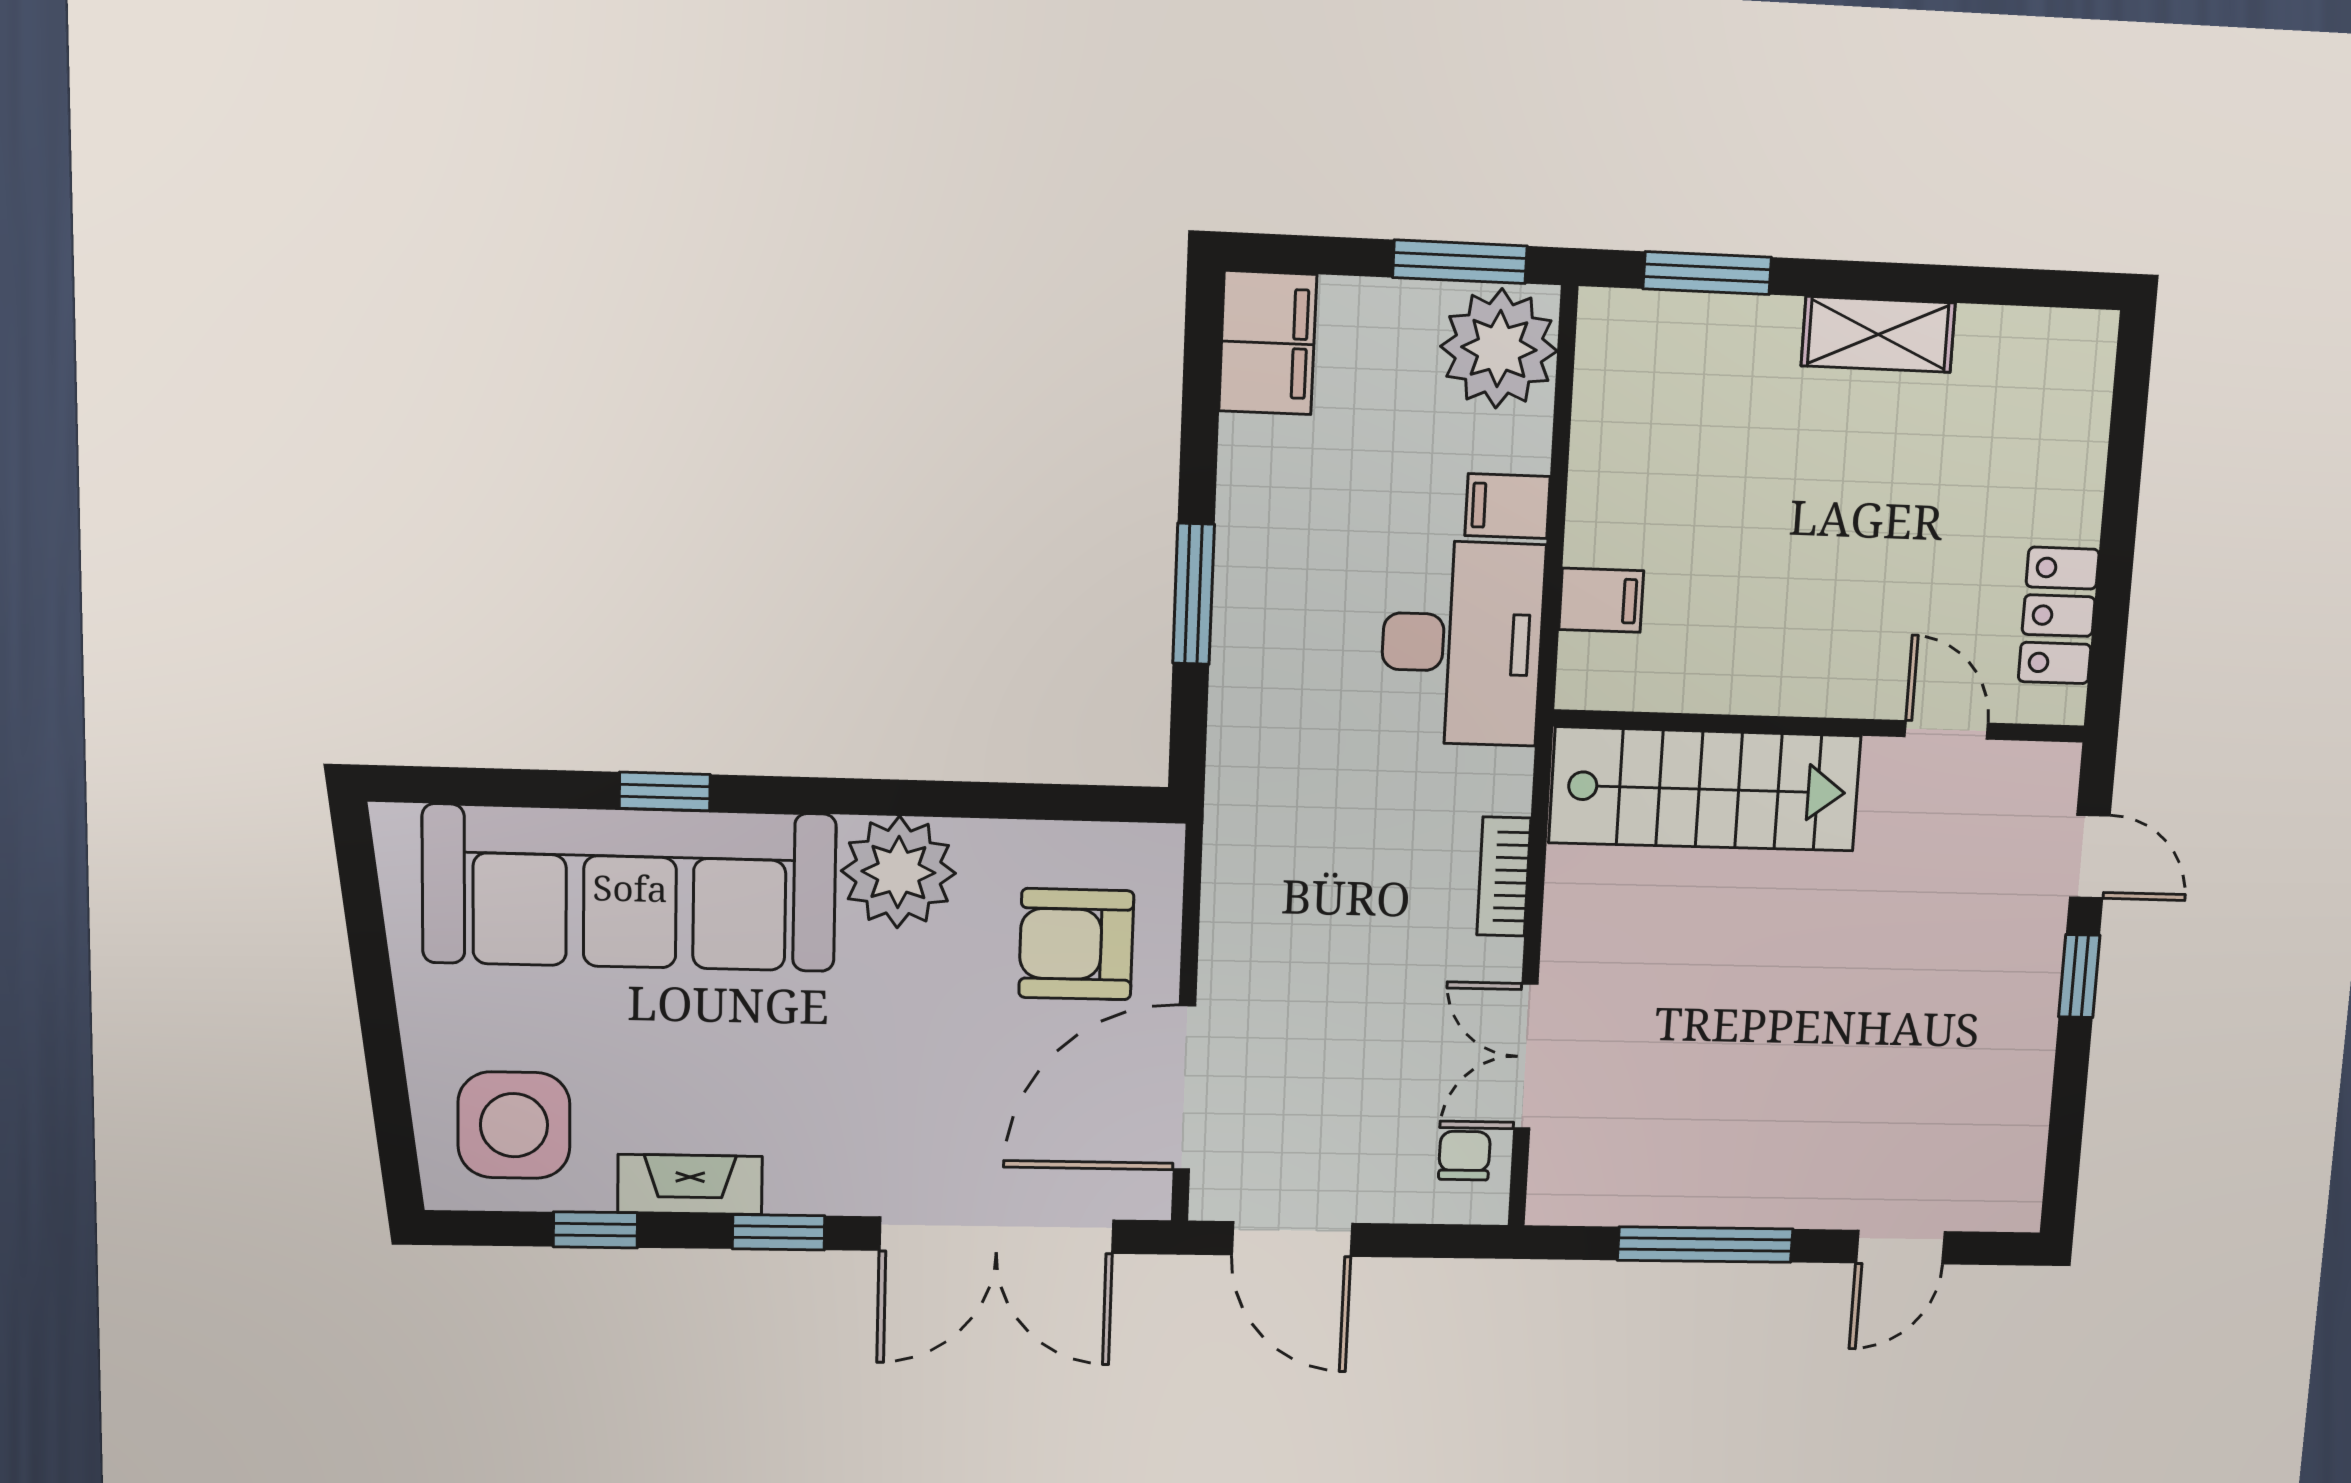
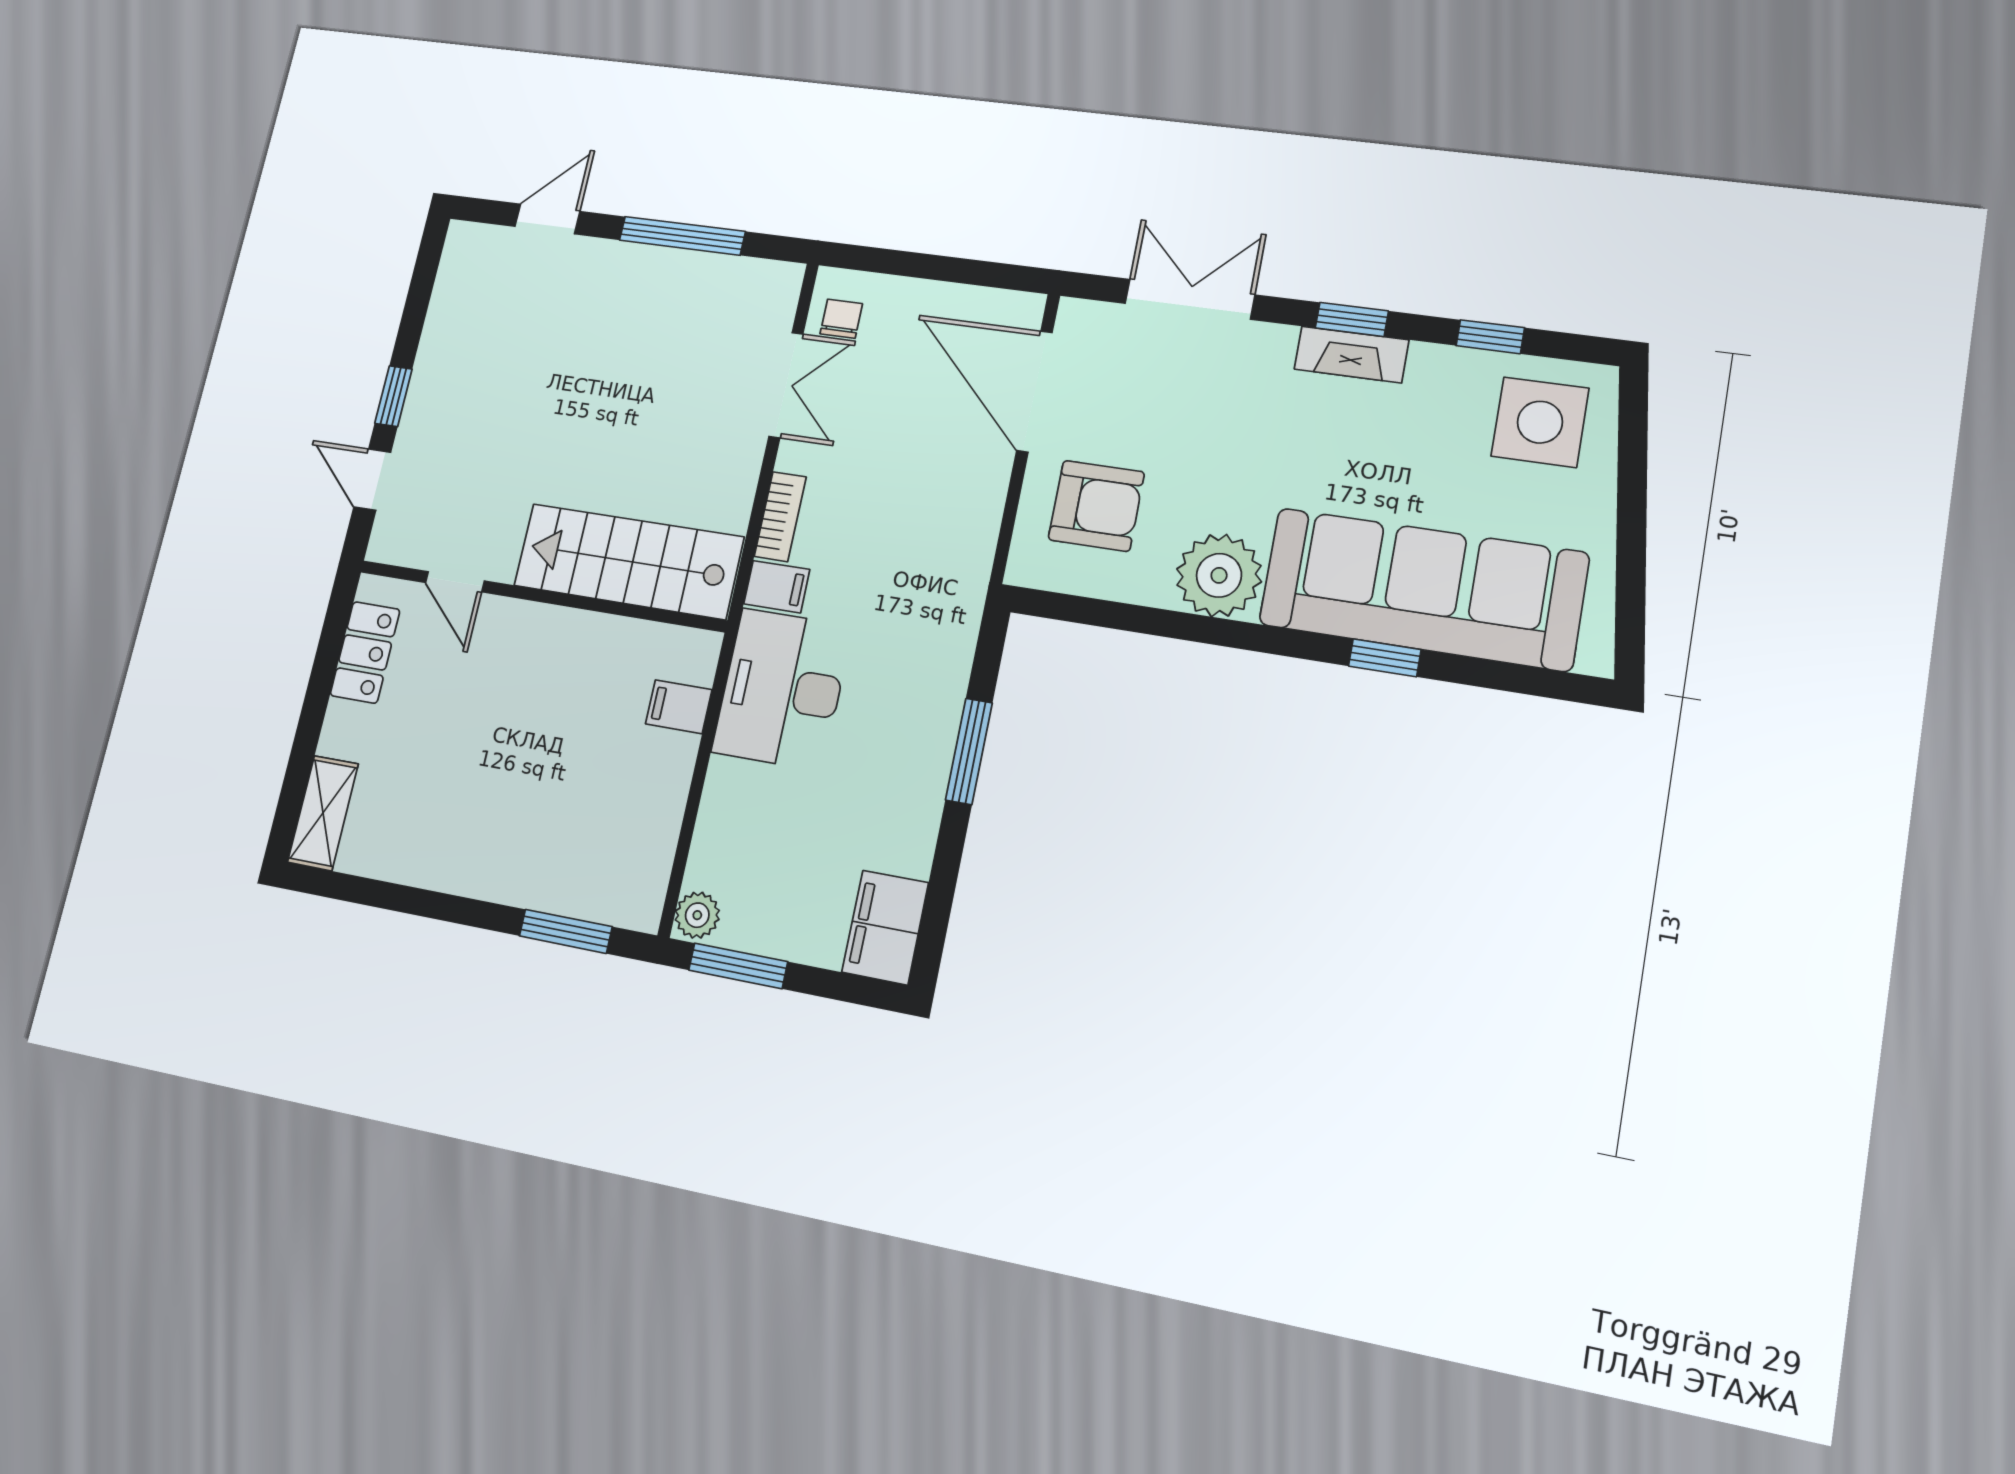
shelving: (1878, 334) -> (323, 813), moved, turned 90
plant: (1499, 349) -> (697, 915), width x0.53, depth x0.53
filing cabinet: (1508, 506) -> (777, 587), moved
door: (1184, 1088) -> (1035, 391), swing flipped
chair: (1464, 1156) -> (841, 319), turned 180
fireplace: (690, 1184) -> (1351, 355), moved
double door: (997, 1235) -> (1190, 299), width x0.73
door: (1292, 1239) -> (975, 272), removed

